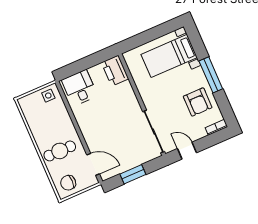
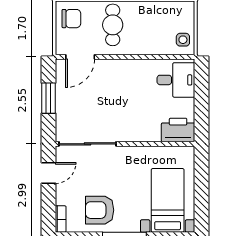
chair: (68, 183) -> (71, 19), turned 90

